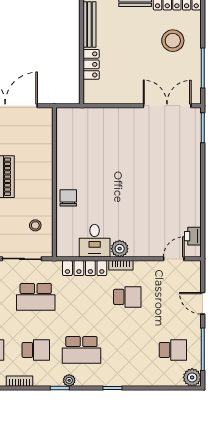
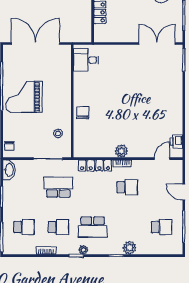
desk: (95, 241) -> (86, 60), moved, turned 90
school desk: (36, 297) -> (58, 187), turned 180
plant: (192, 377) -> (129, 248), moved

